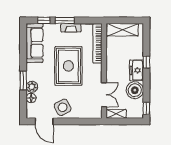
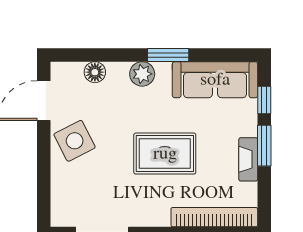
rug: (68, 66) -> (165, 154), width x0.73, depth x0.69
window: (23, 80) -> (168, 55), moved
plant: (32, 87) -> (142, 74), moved

